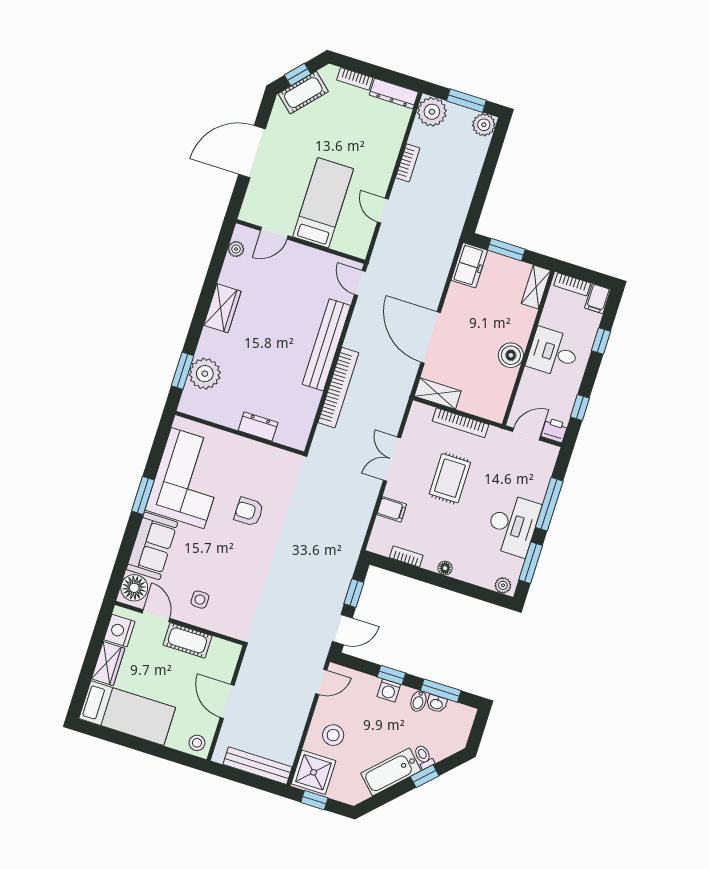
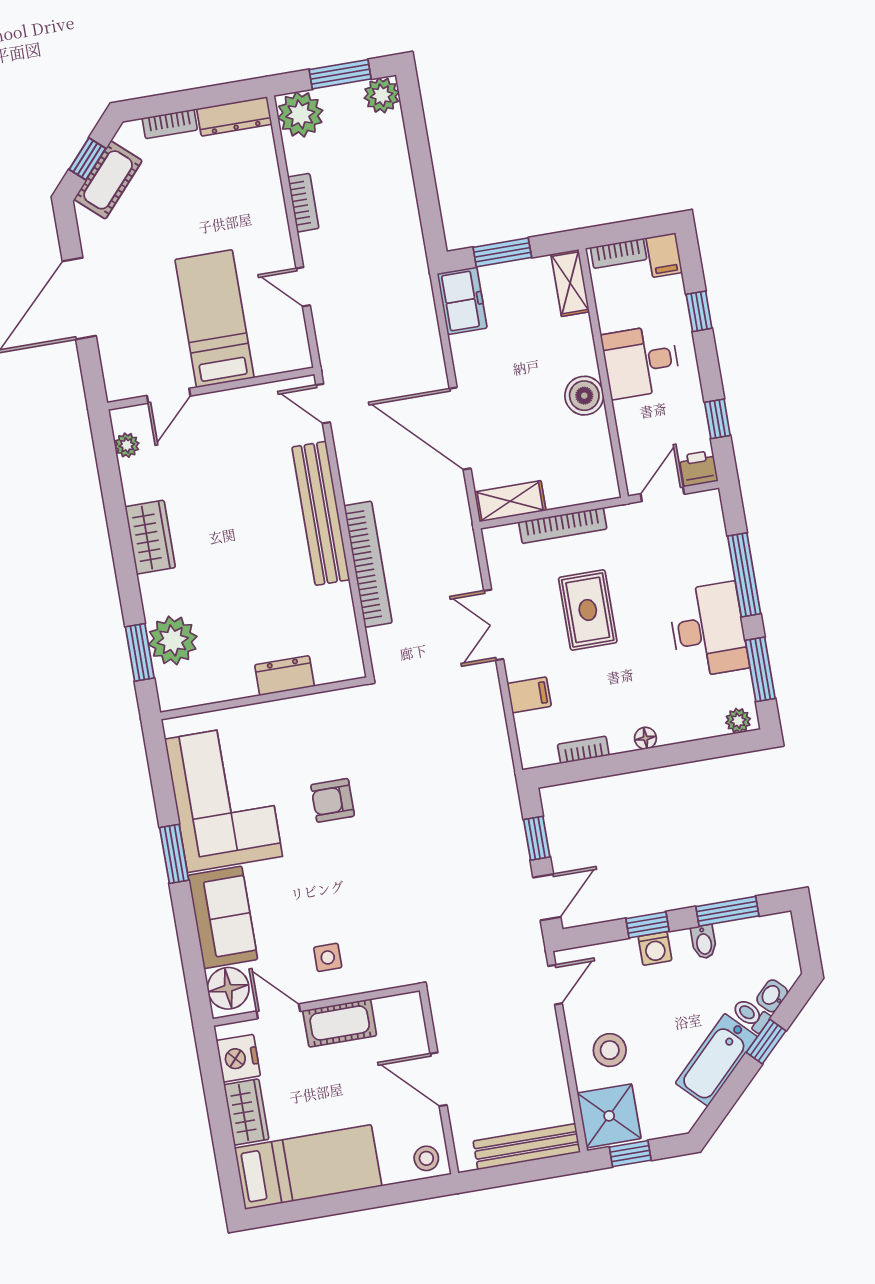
washbasin: (437, 704) -> (772, 996), moved, turned 135

